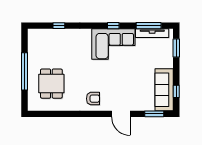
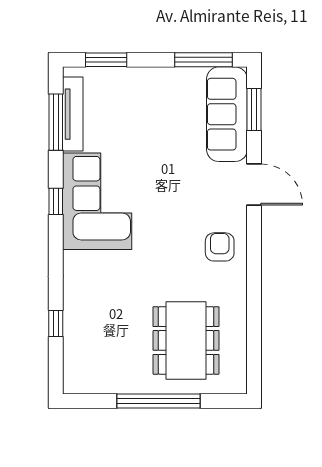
dining table: (51, 84) -> (186, 340), width x1.37
sofa: (164, 90) -> (227, 114), moved, turned 90
window: (176, 91) -> (203, 60), width x2.17
door: (121, 114) -> (254, 184), hinge flipped

